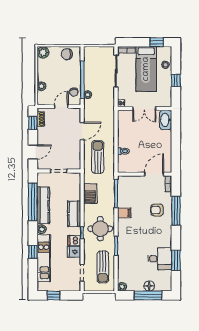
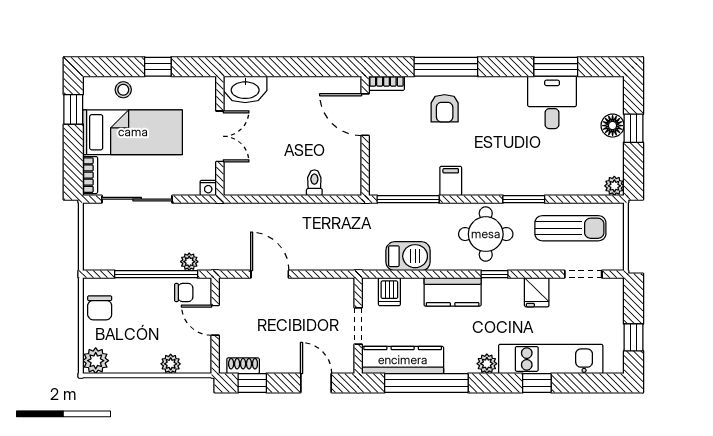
sun lounger: (98, 157) -> (327, 239), removed
kitchen counter: (43, 205) -> (403, 360), moved
dishwasher: (74, 240) -> (389, 292), moved
window: (148, 295) -> (633, 128), width x0.46

